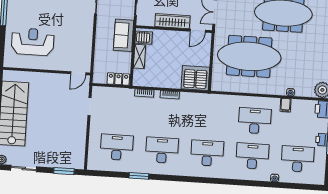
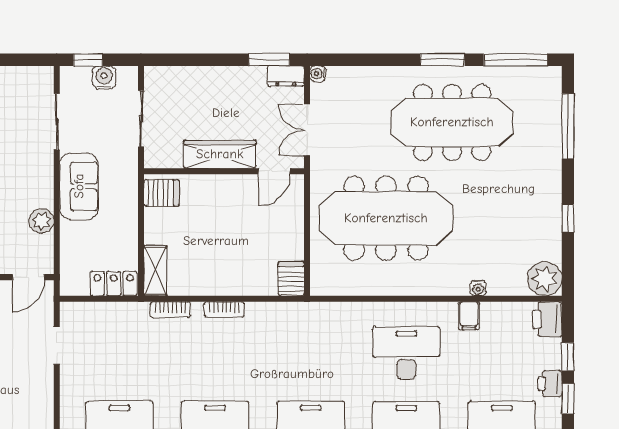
sofa: (124, 35) -> (79, 186), moved, turned 180
plant: (86, 47) -> (41, 221), added
shelving: (140, 56) -> (155, 271), moved
server rack: (195, 78) -> (291, 279), width x0.46, depth x0.70

